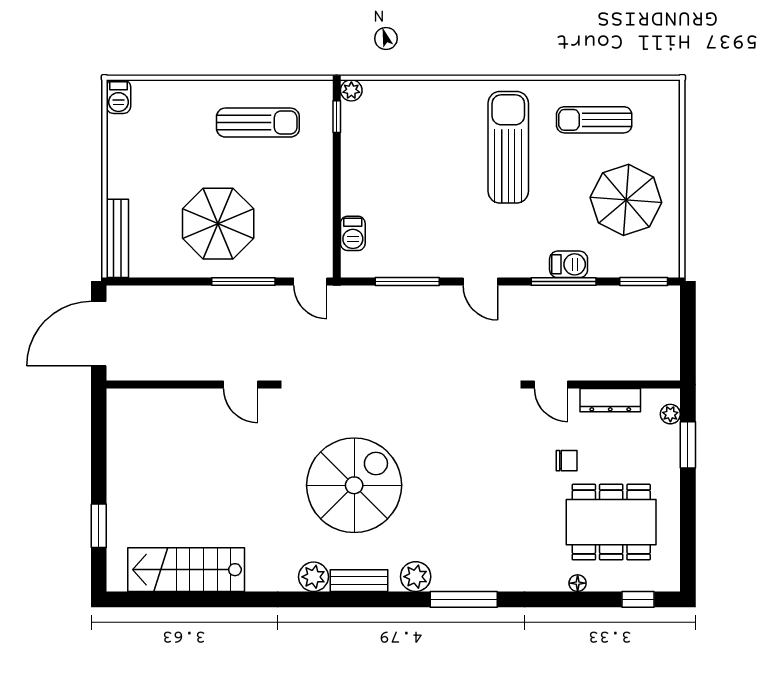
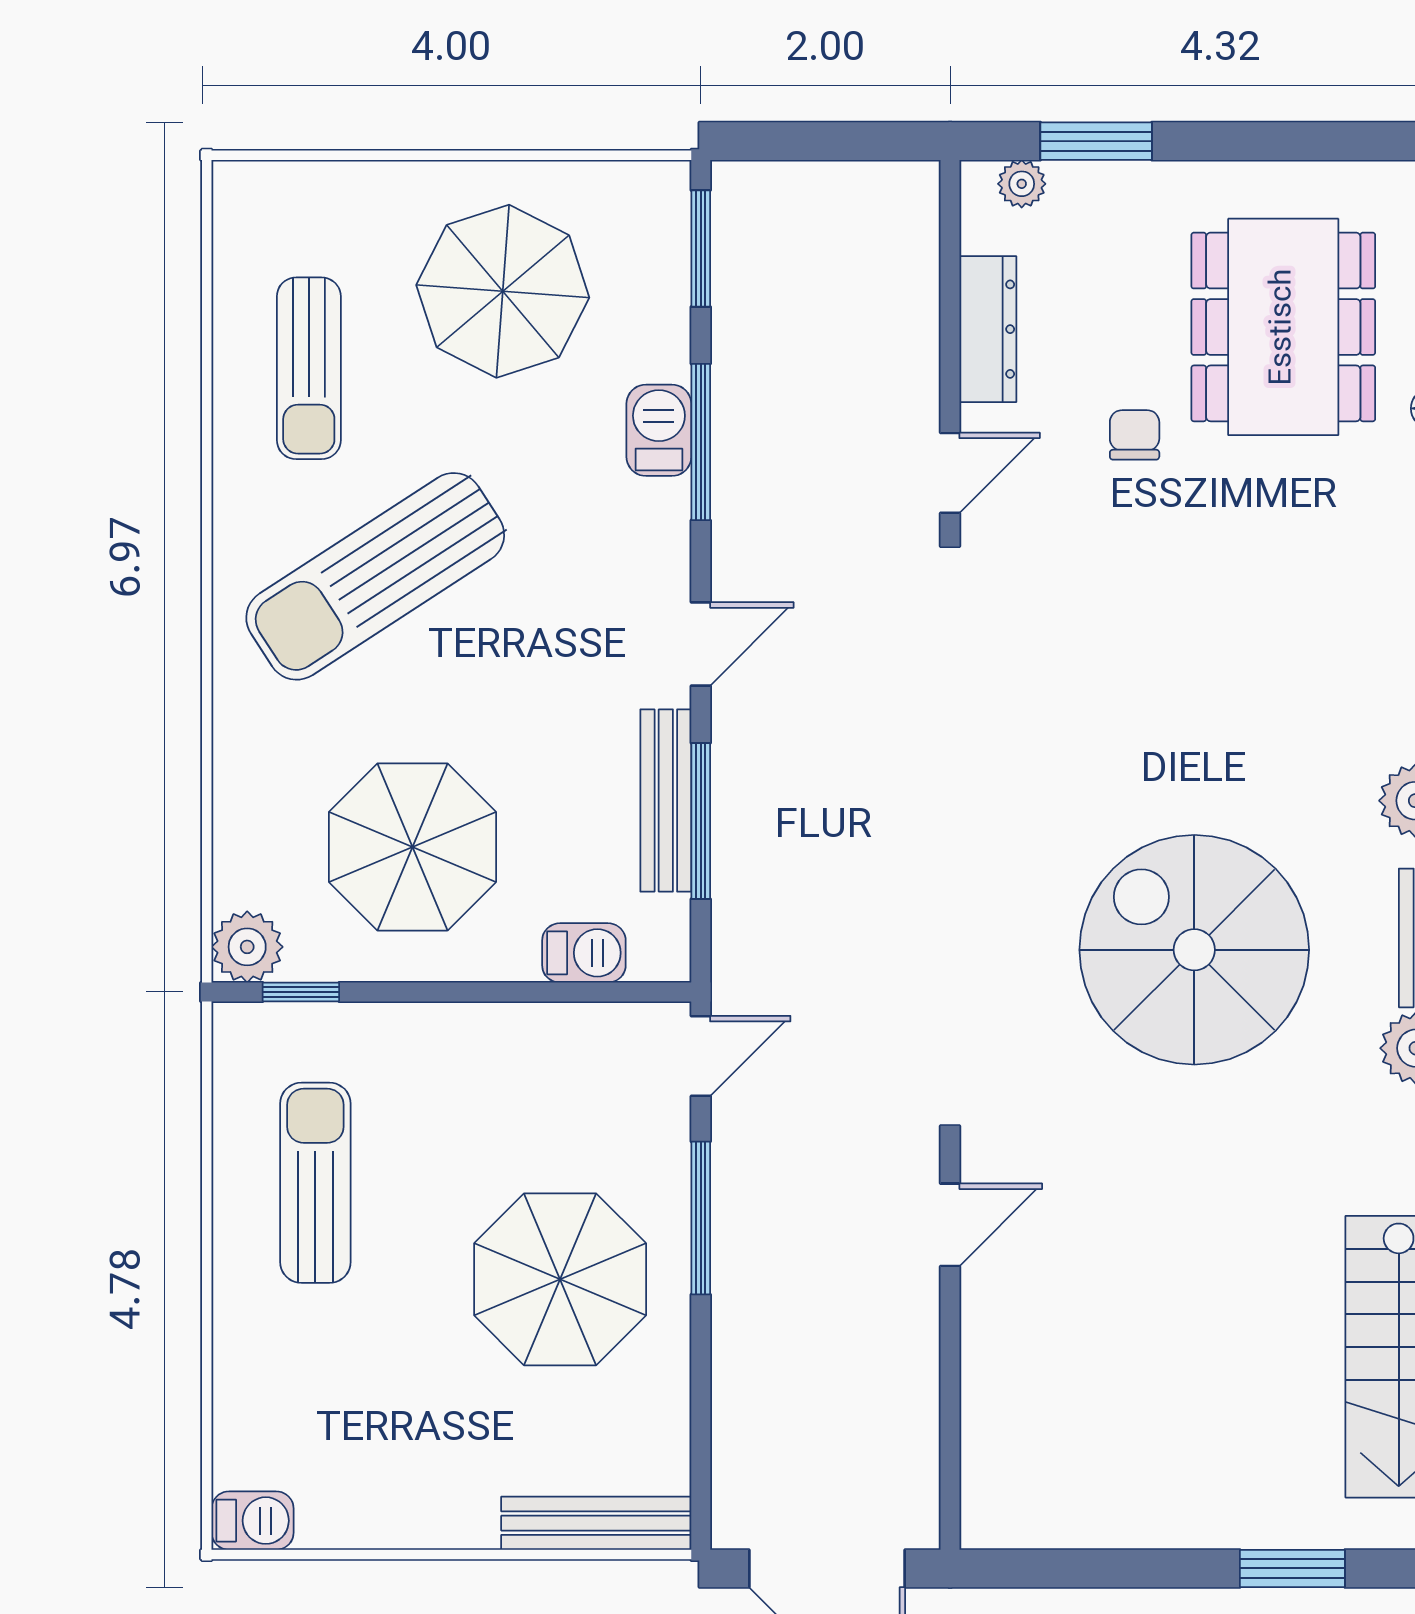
plant: (351, 90) -> (247, 947), width x1.38, depth x1.38
sun lounger: (508, 147) -> (375, 576), turned -33
parasol: (397, 163) -> (412, 847), added
bench: (416, 267) -> (666, 800), added

